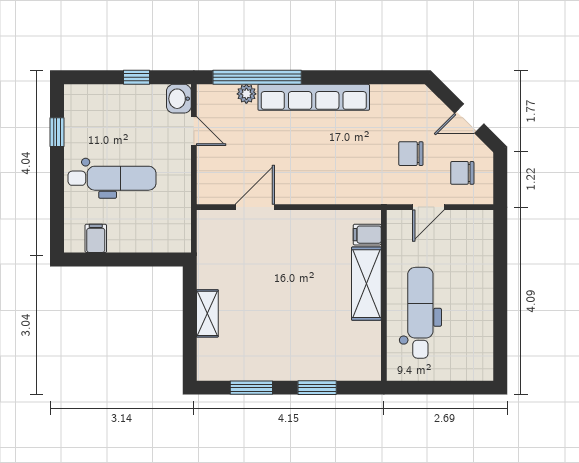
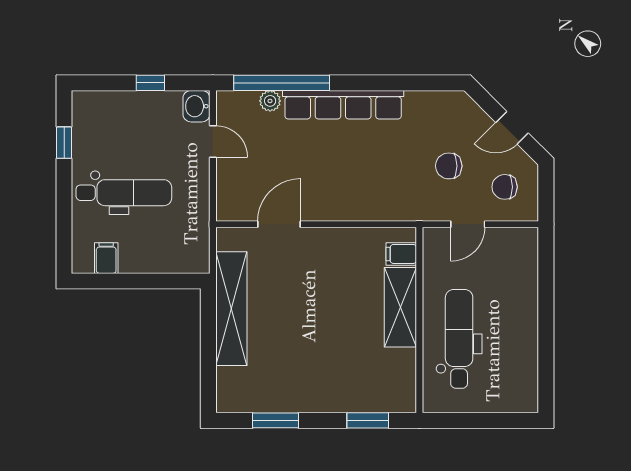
shelving: (207, 313) -> (231, 309), width x2.20, depth x1.33
window: (317, 388) -> (368, 420), moved

